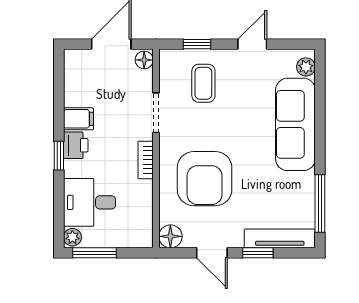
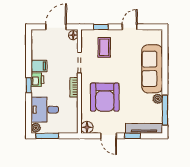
plant: (306, 67) -> (158, 99), moved

